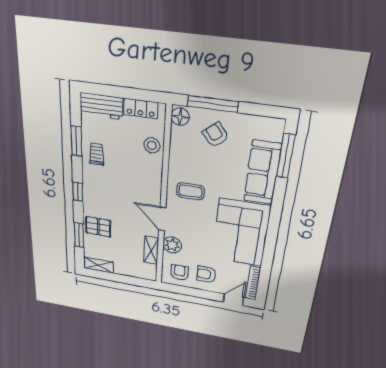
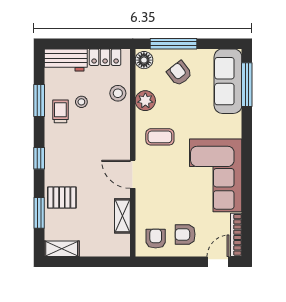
stool: (116, 148) -> (81, 102), added
sofa: (262, 173) -> (228, 81), moved
plant: (172, 245) -> (145, 101), moved

